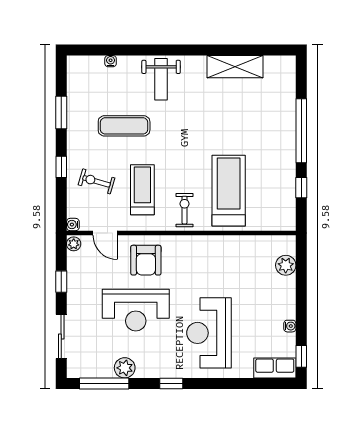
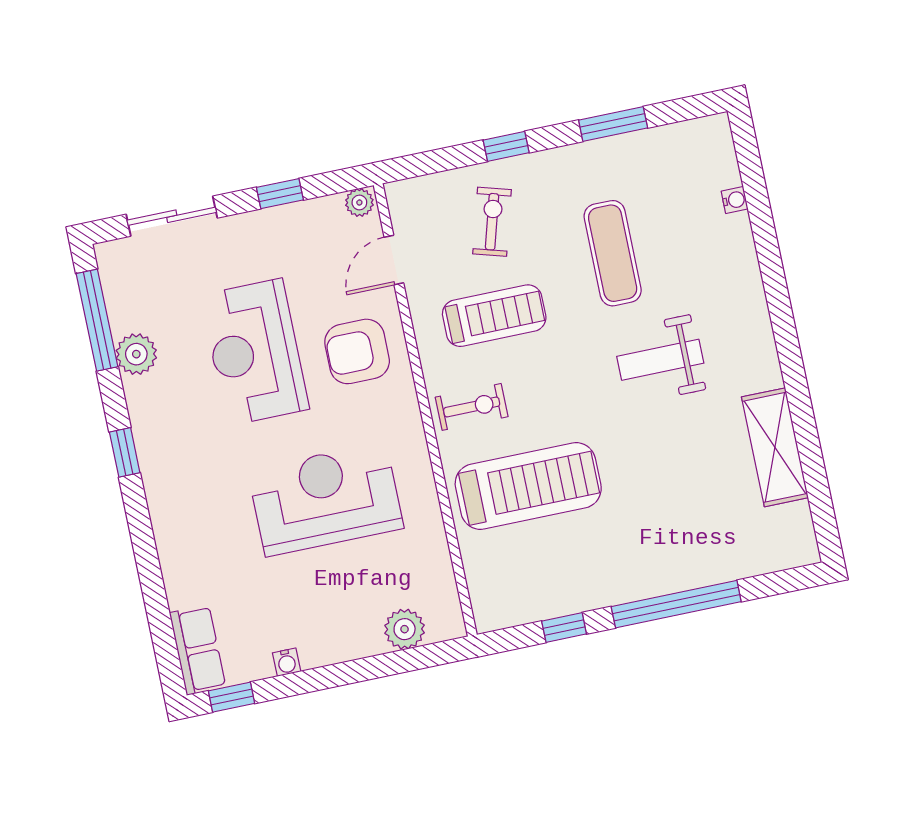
weight bench: (161, 79) -> (660, 360), moved
water cooler: (73, 225) -> (397, 193), removed
reception desk: (209, 333) -> (326, 499), moved

